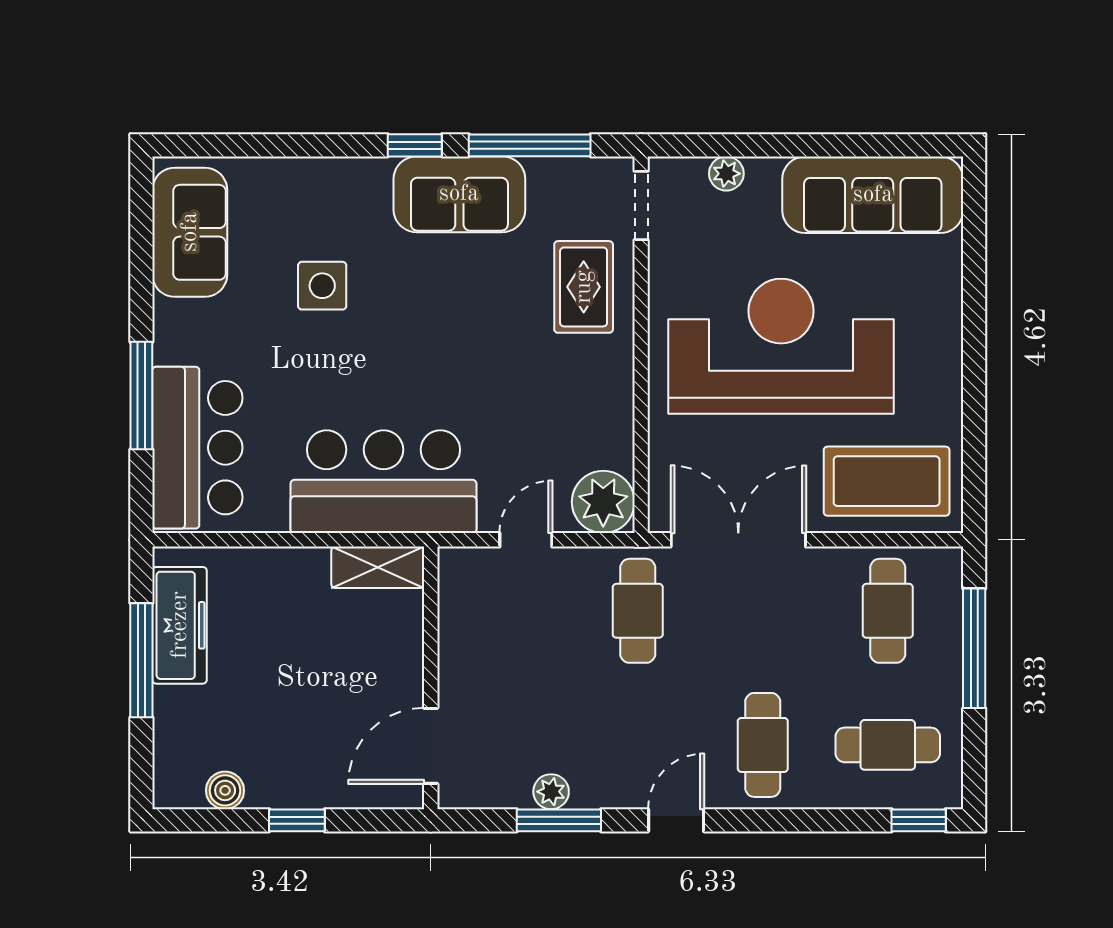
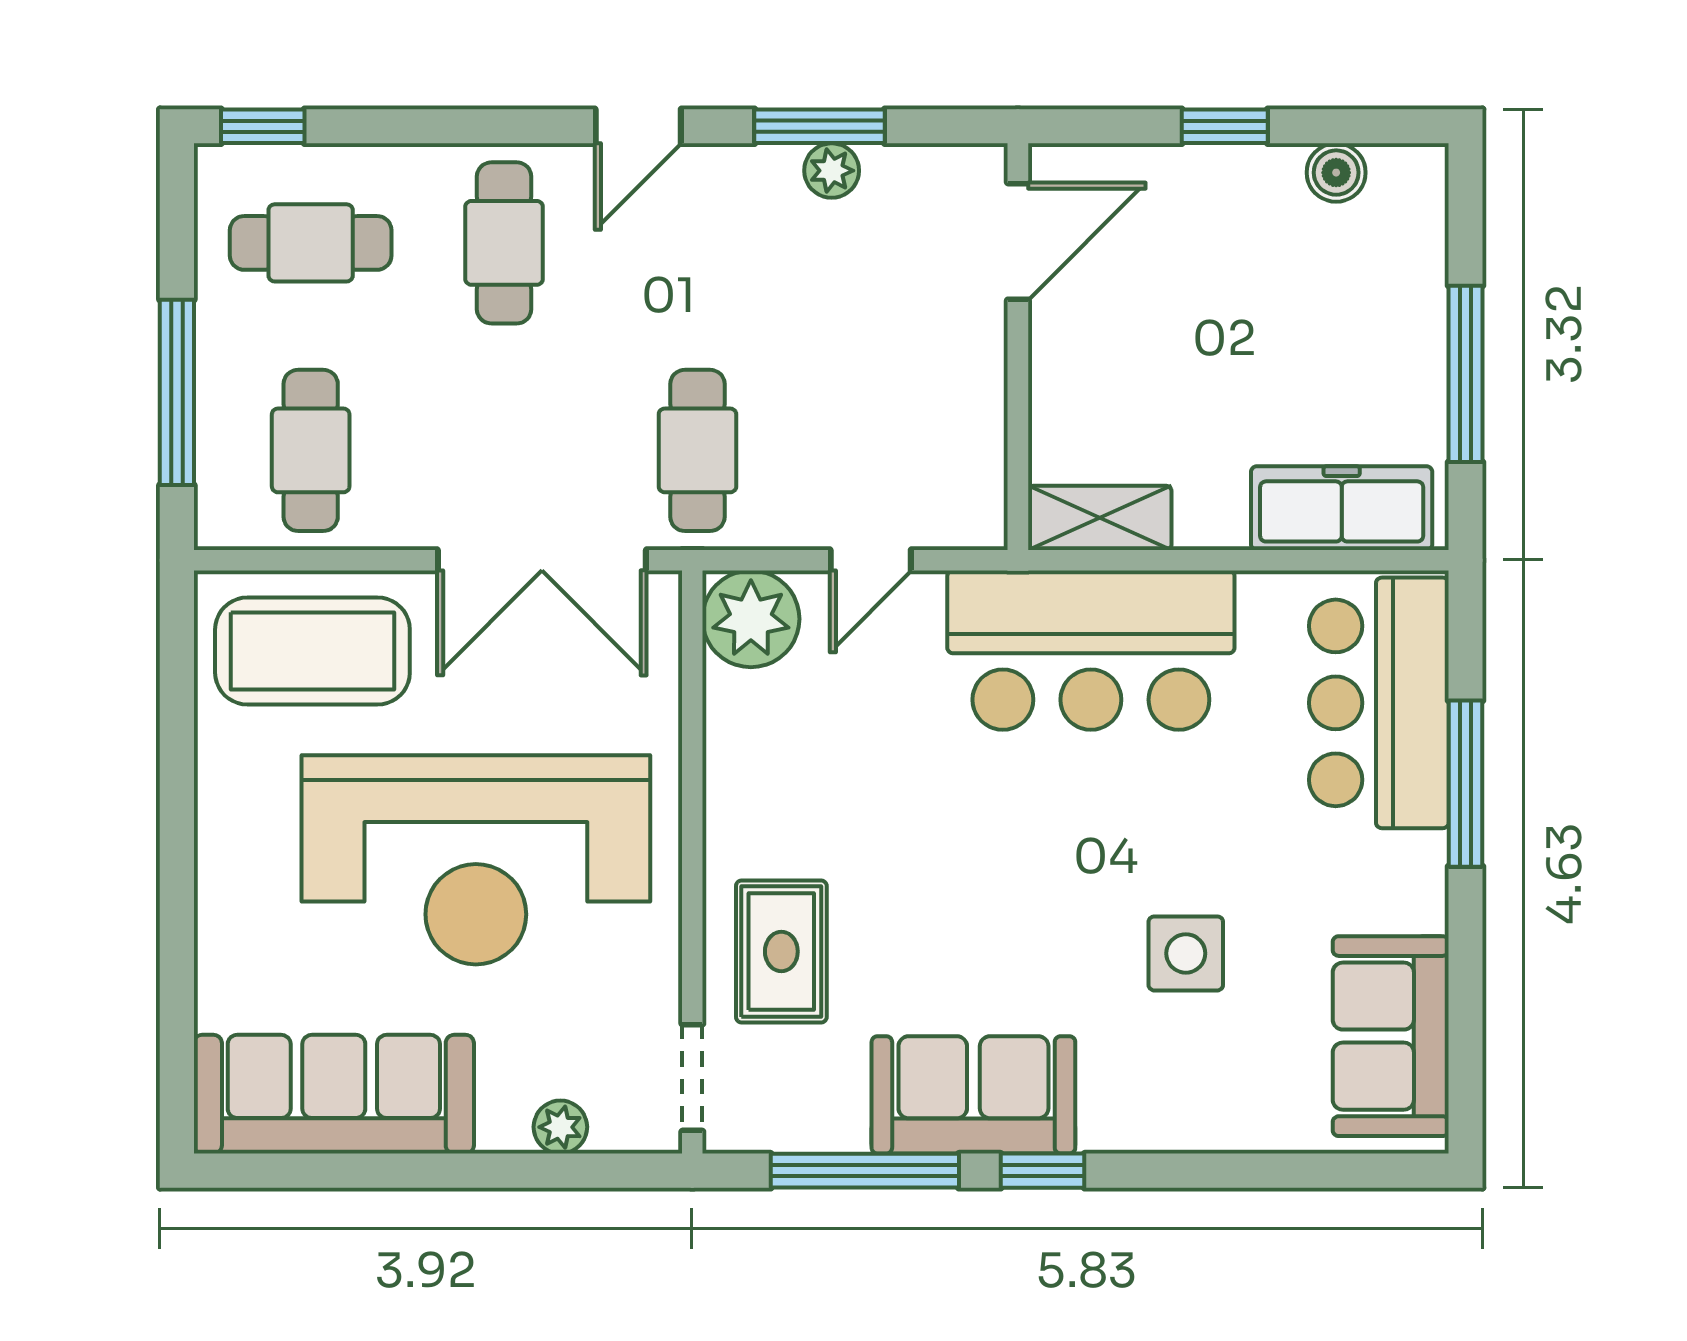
freezer: (180, 625) -> (1342, 508), moved, turned 90

